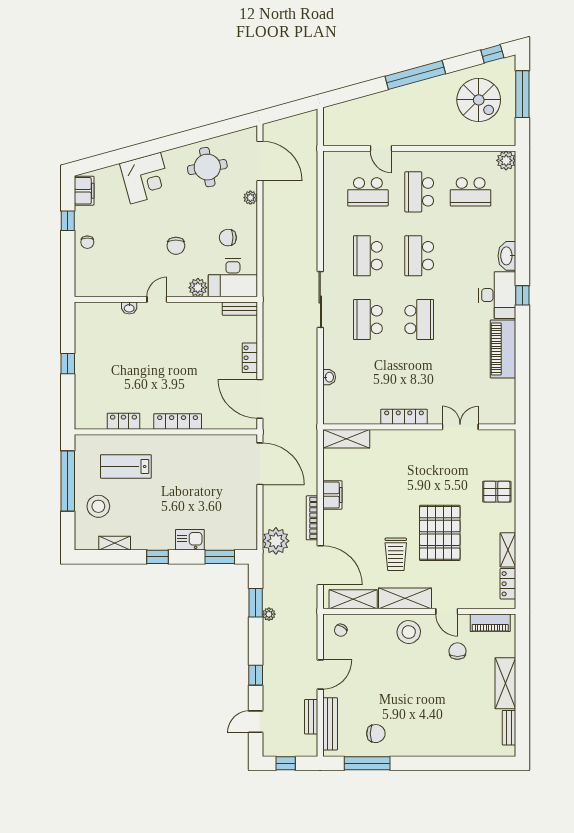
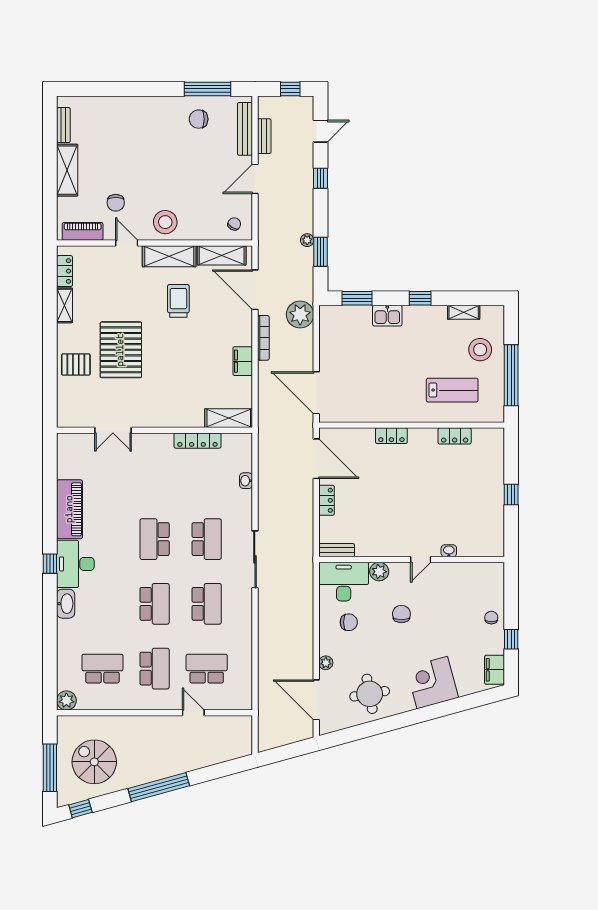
locker: (404, 417) -> (197, 441), moved
locker: (178, 422) -> (391, 436), width x0.66
pallet: (440, 533) -> (121, 350), moved

